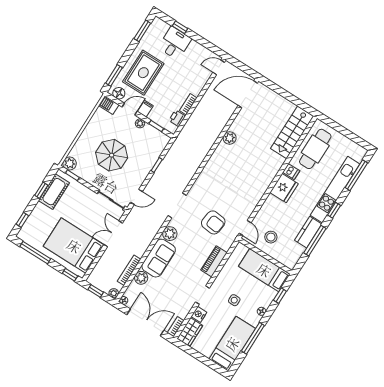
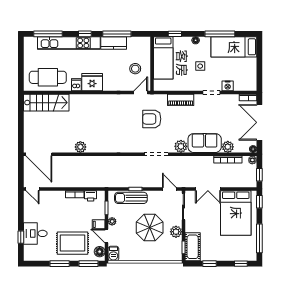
window: (142, 31) -> (60, 264), moved
sun lounger: (151, 155) -> (131, 198), added
plant: (70, 163) -> (176, 232), moved
cot: (54, 192) -> (193, 247), moved, turned 90
armchair: (213, 222) -> (152, 119), turned -96
wardrobe: (190, 332) -> (245, 84), removed

